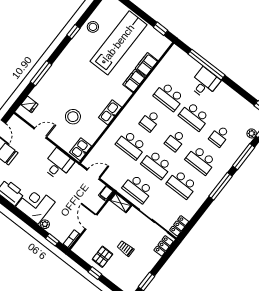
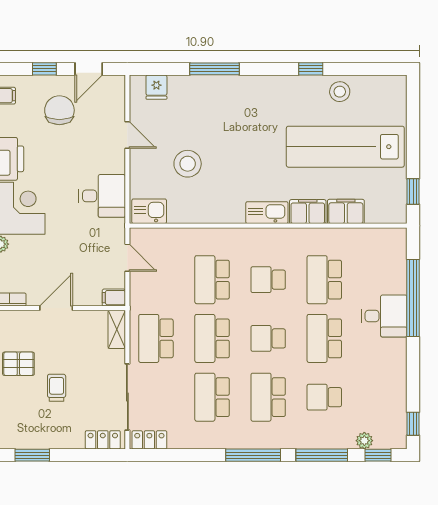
lab bench: (119, 43) -> (345, 147), turned 180
kitchen sink: (110, 112) -> (267, 213), moved

